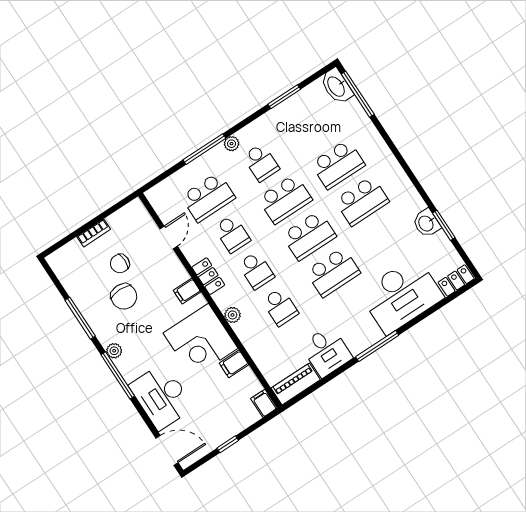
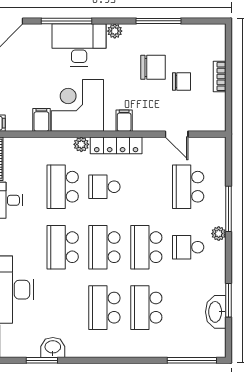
washbasin: (337, 86) -> (216, 312), moved, turned -90
school desk: (232, 234) -> (146, 187), removed
chair: (120, 264) -> (181, 81), turned 90
locker: (208, 276) -> (116, 145), width x1.53
chair: (124, 296) -> (153, 67), turned 180
school desk: (280, 307) -> (63, 187), width x1.85
window: (118, 375) -> (66, 21), moved
desk: (162, 397) -> (79, 45), moved

